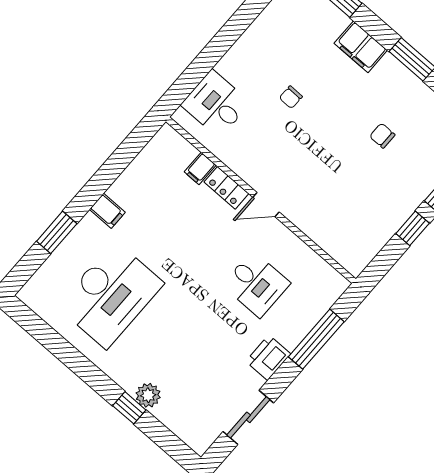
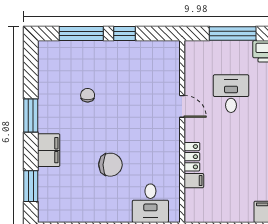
chair: (291, 97) -> (110, 165), width x1.87, depth x1.87
chair: (382, 136) -> (88, 95), turned 180
door: (266, 205) -> (182, 106), moved

